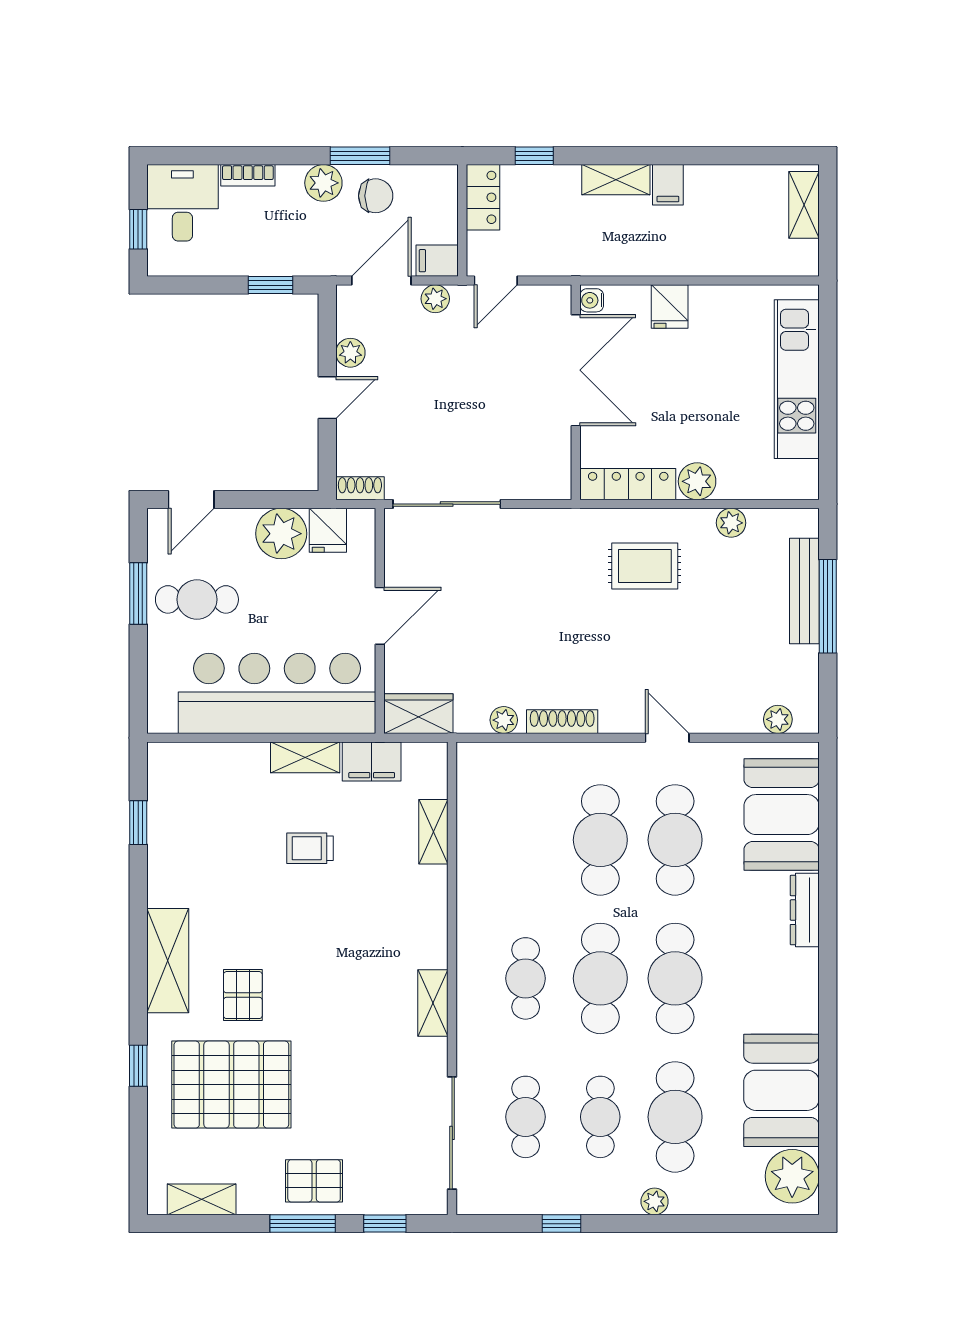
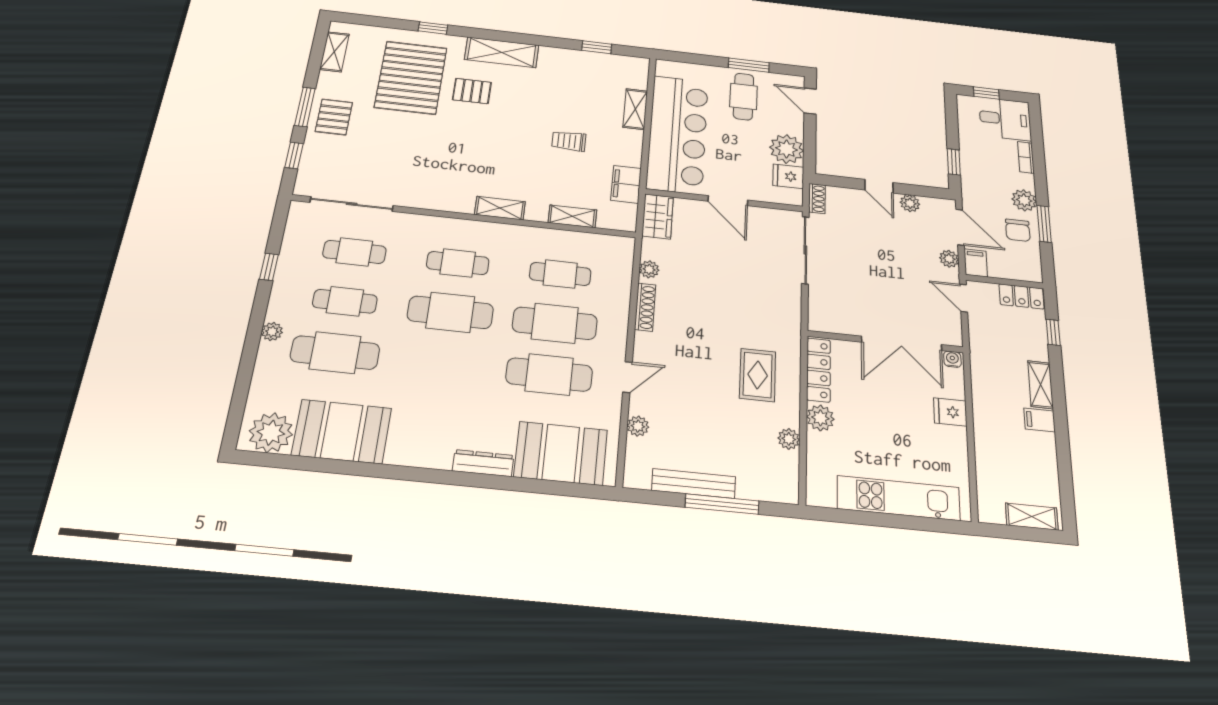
bench: (804, 591) -> (694, 484), moved
plant: (778, 719) -> (638, 426), moved
shelving: (305, 757) -> (635, 109), moved
trolley: (310, 848) -> (569, 141), turned -90
cafe table: (675, 978) -> (560, 274), moved, width x0.73, depth x0.74
shelving: (433, 1003) -> (500, 208), moved

